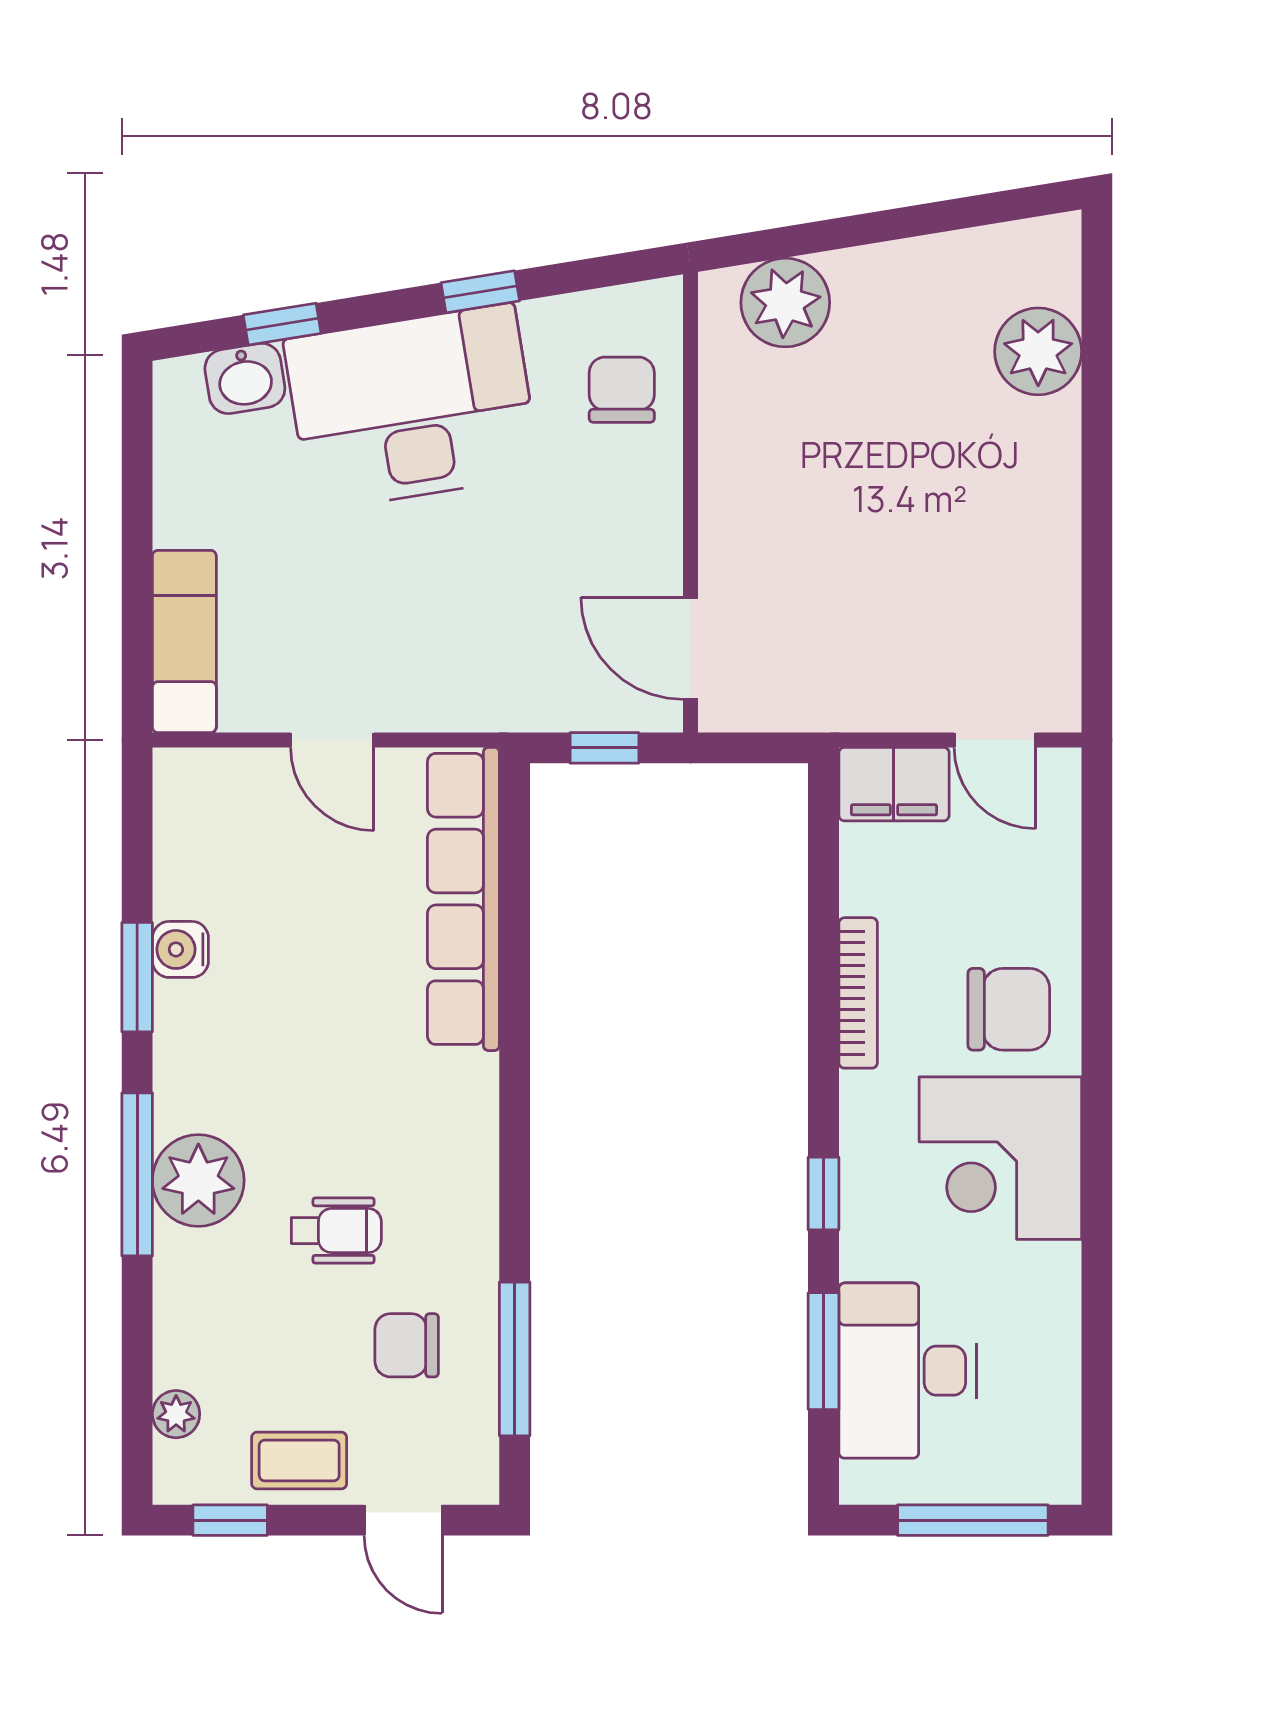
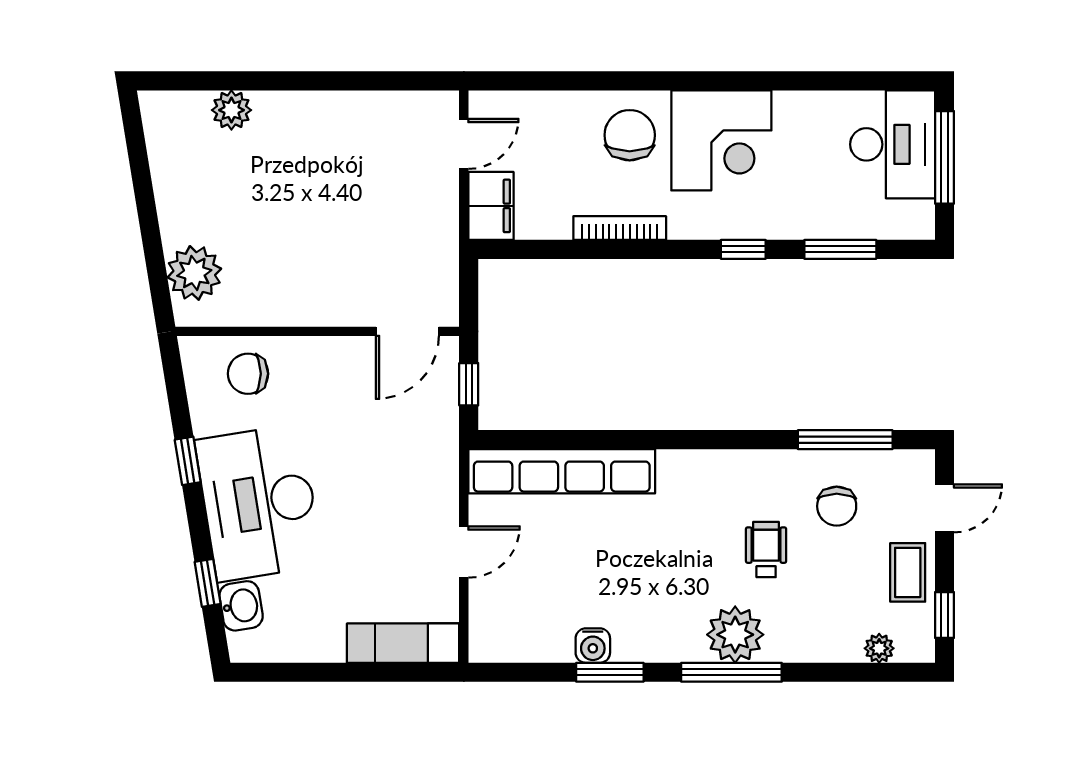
plant: (1038, 351) -> (231, 110), width x0.73, depth x0.73
desk: (908, 1371) -> (893, 144), moved, turned -90

